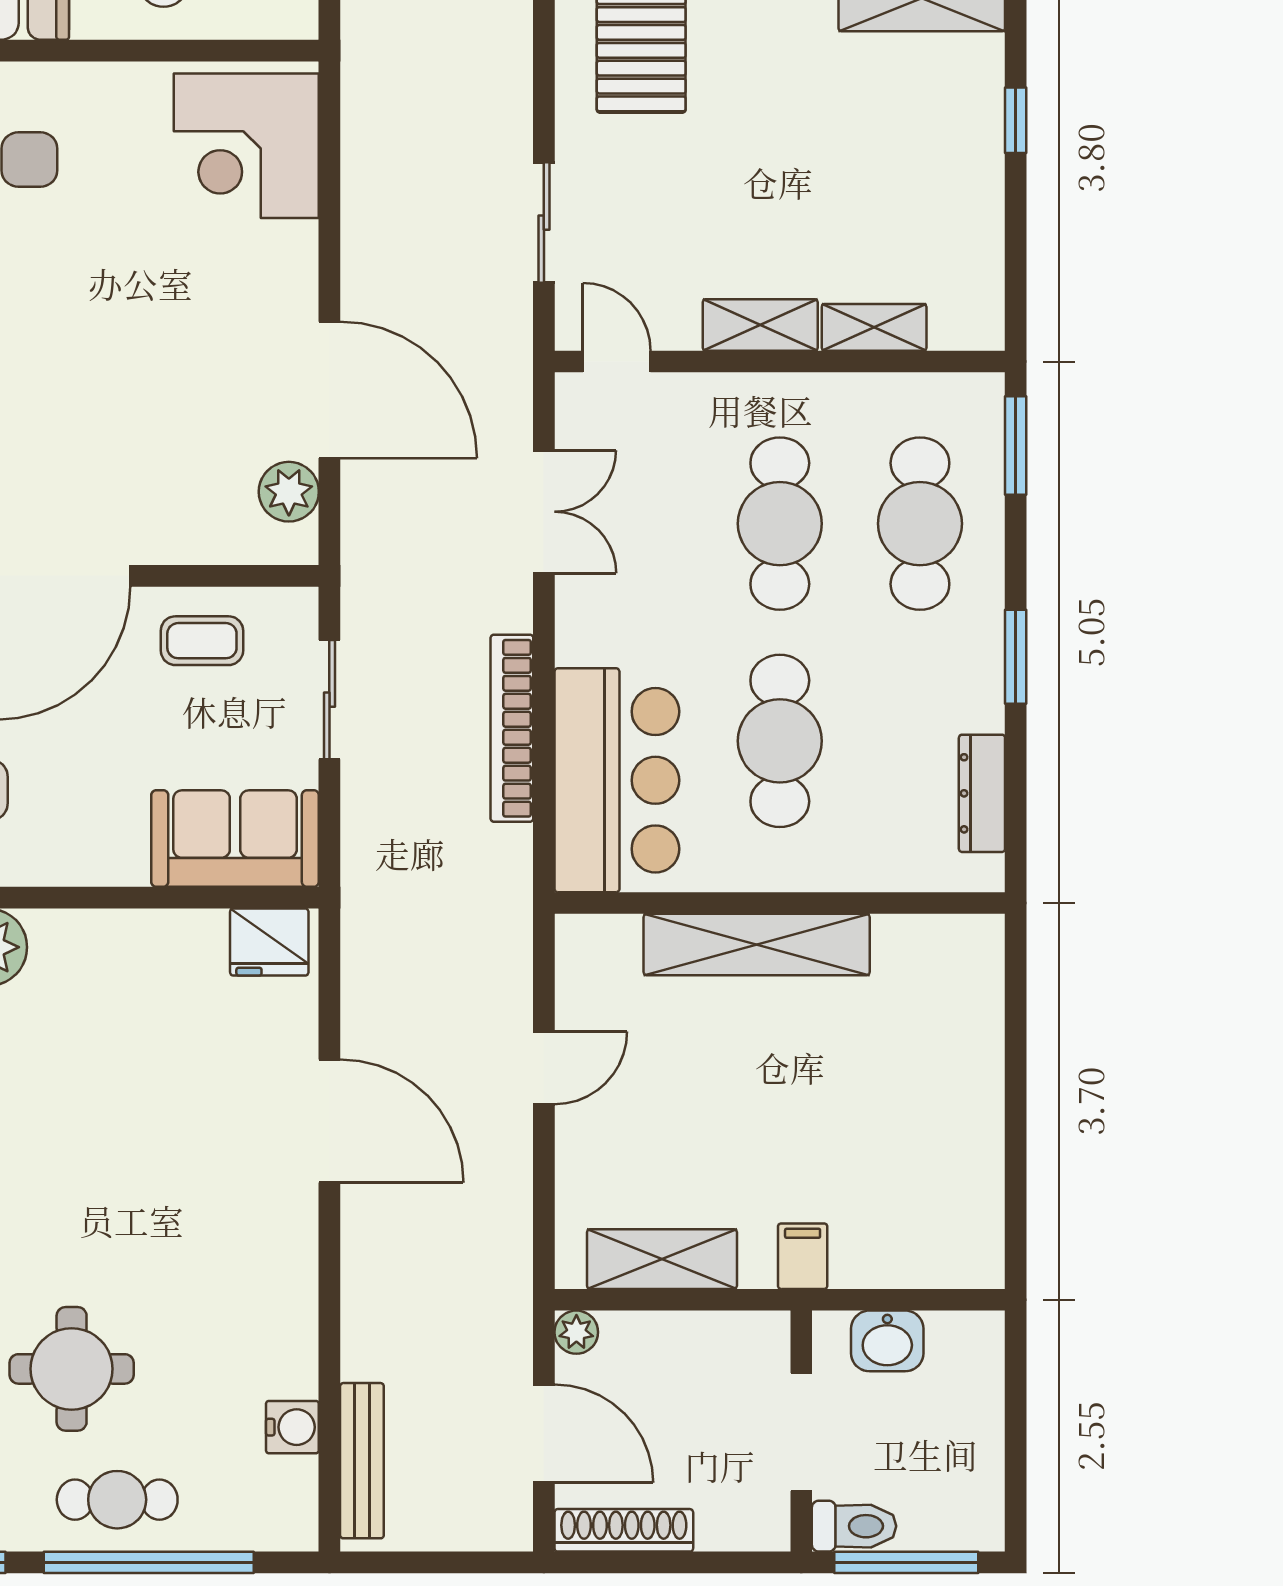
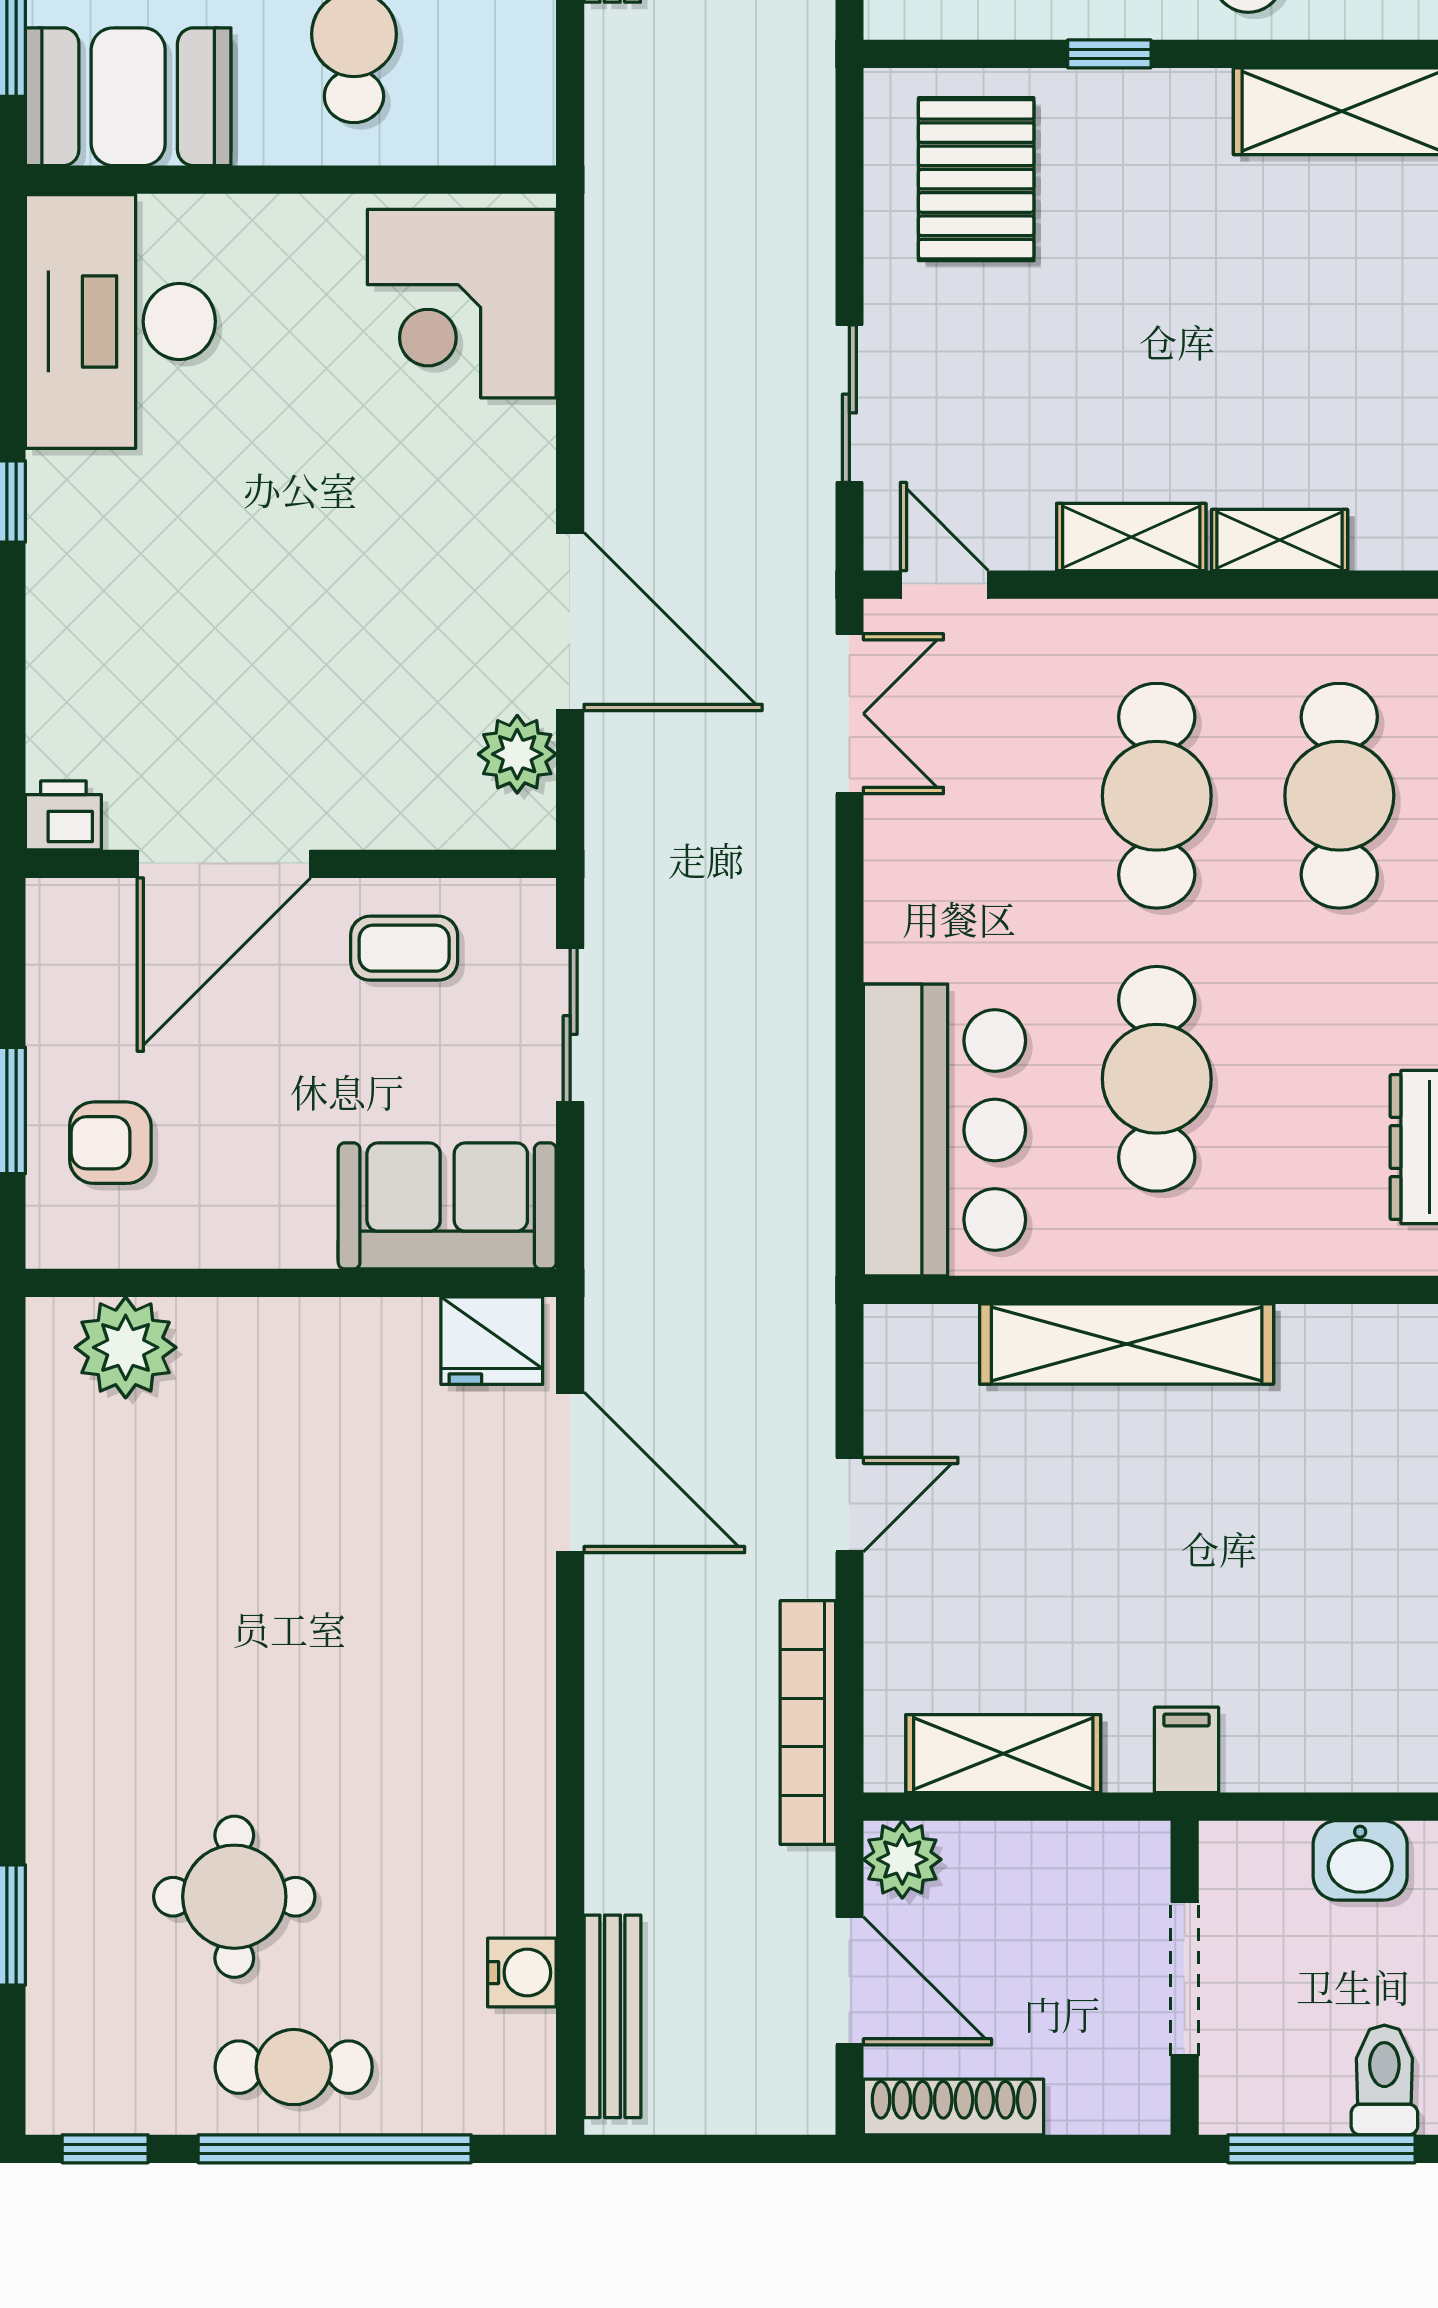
double door: (544, 512) -> (849, 714), moved
bookcase: (512, 728) -> (808, 1723), moved
door: (329, 1121) -> (570, 1472), moved
plant: (576, 1332) -> (902, 1859), width x1.38, depth x1.38
washbasin: (887, 1341) -> (1360, 1860), moved
toilet: (854, 1526) -> (1384, 2080), moved, turned -90

